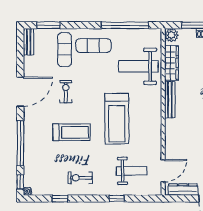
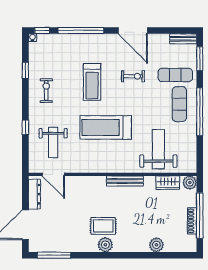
window: (125, 25) -> (200, 112), moved
wardrobe: (171, 63) -> (168, 183), width x0.67

